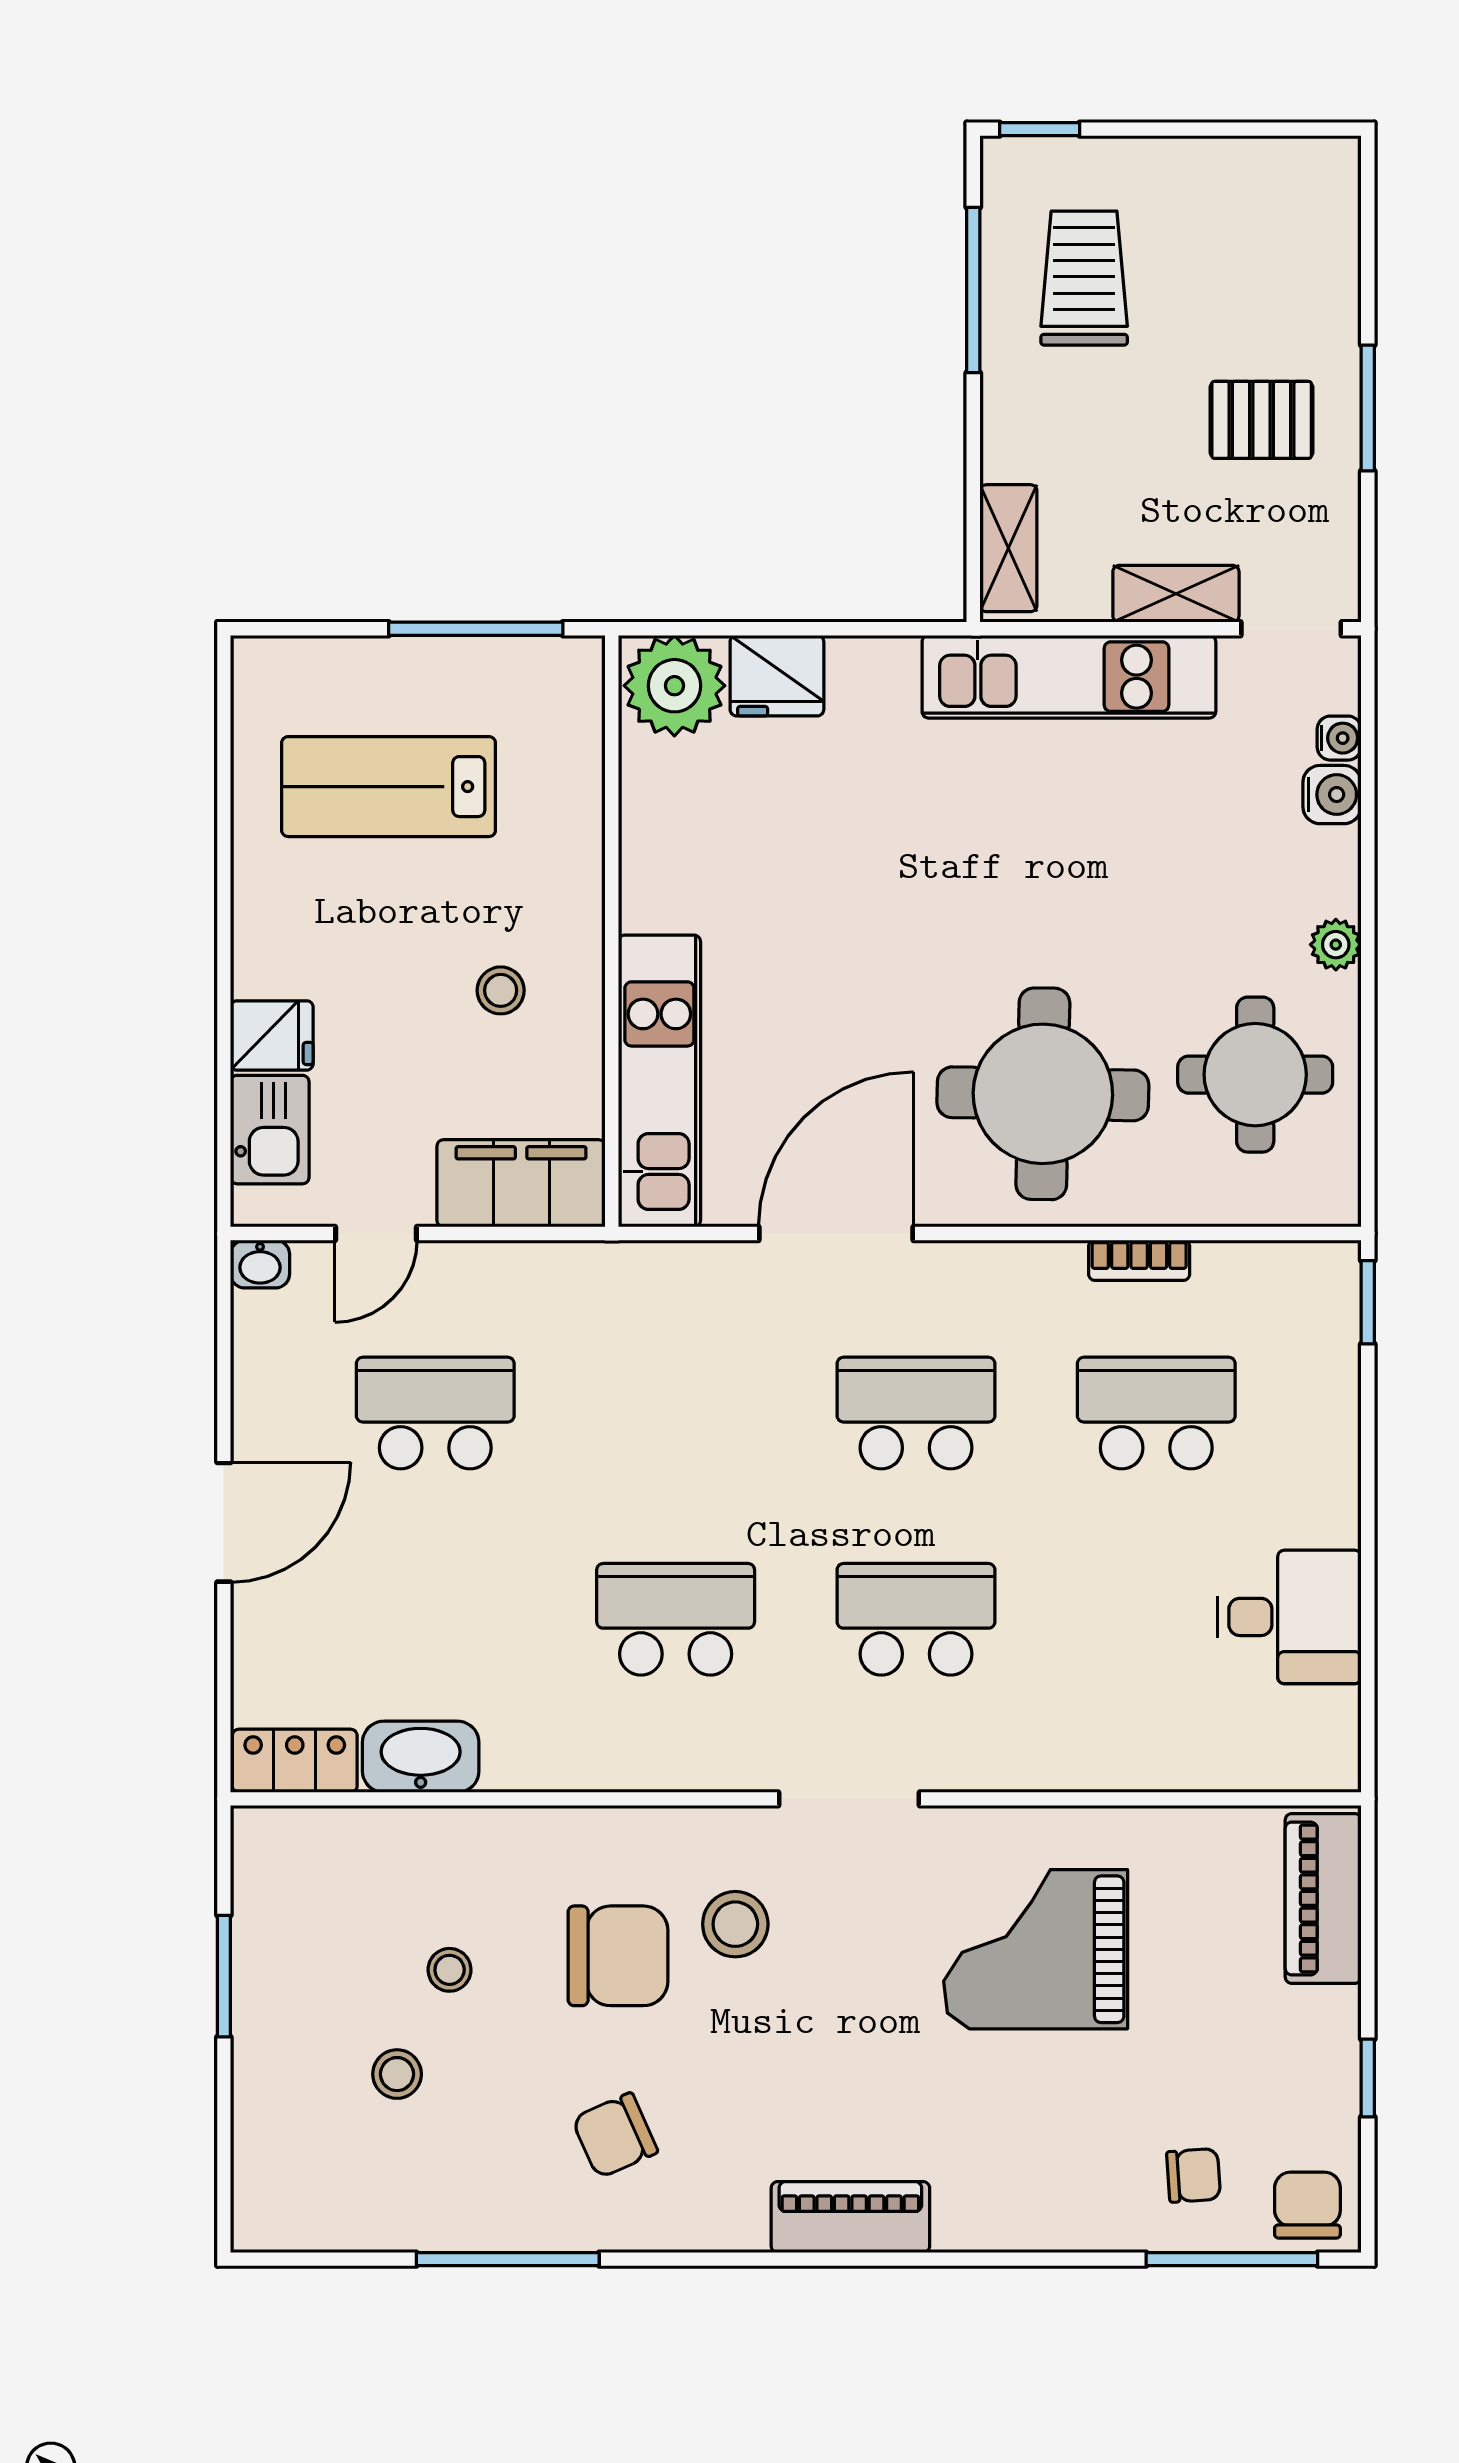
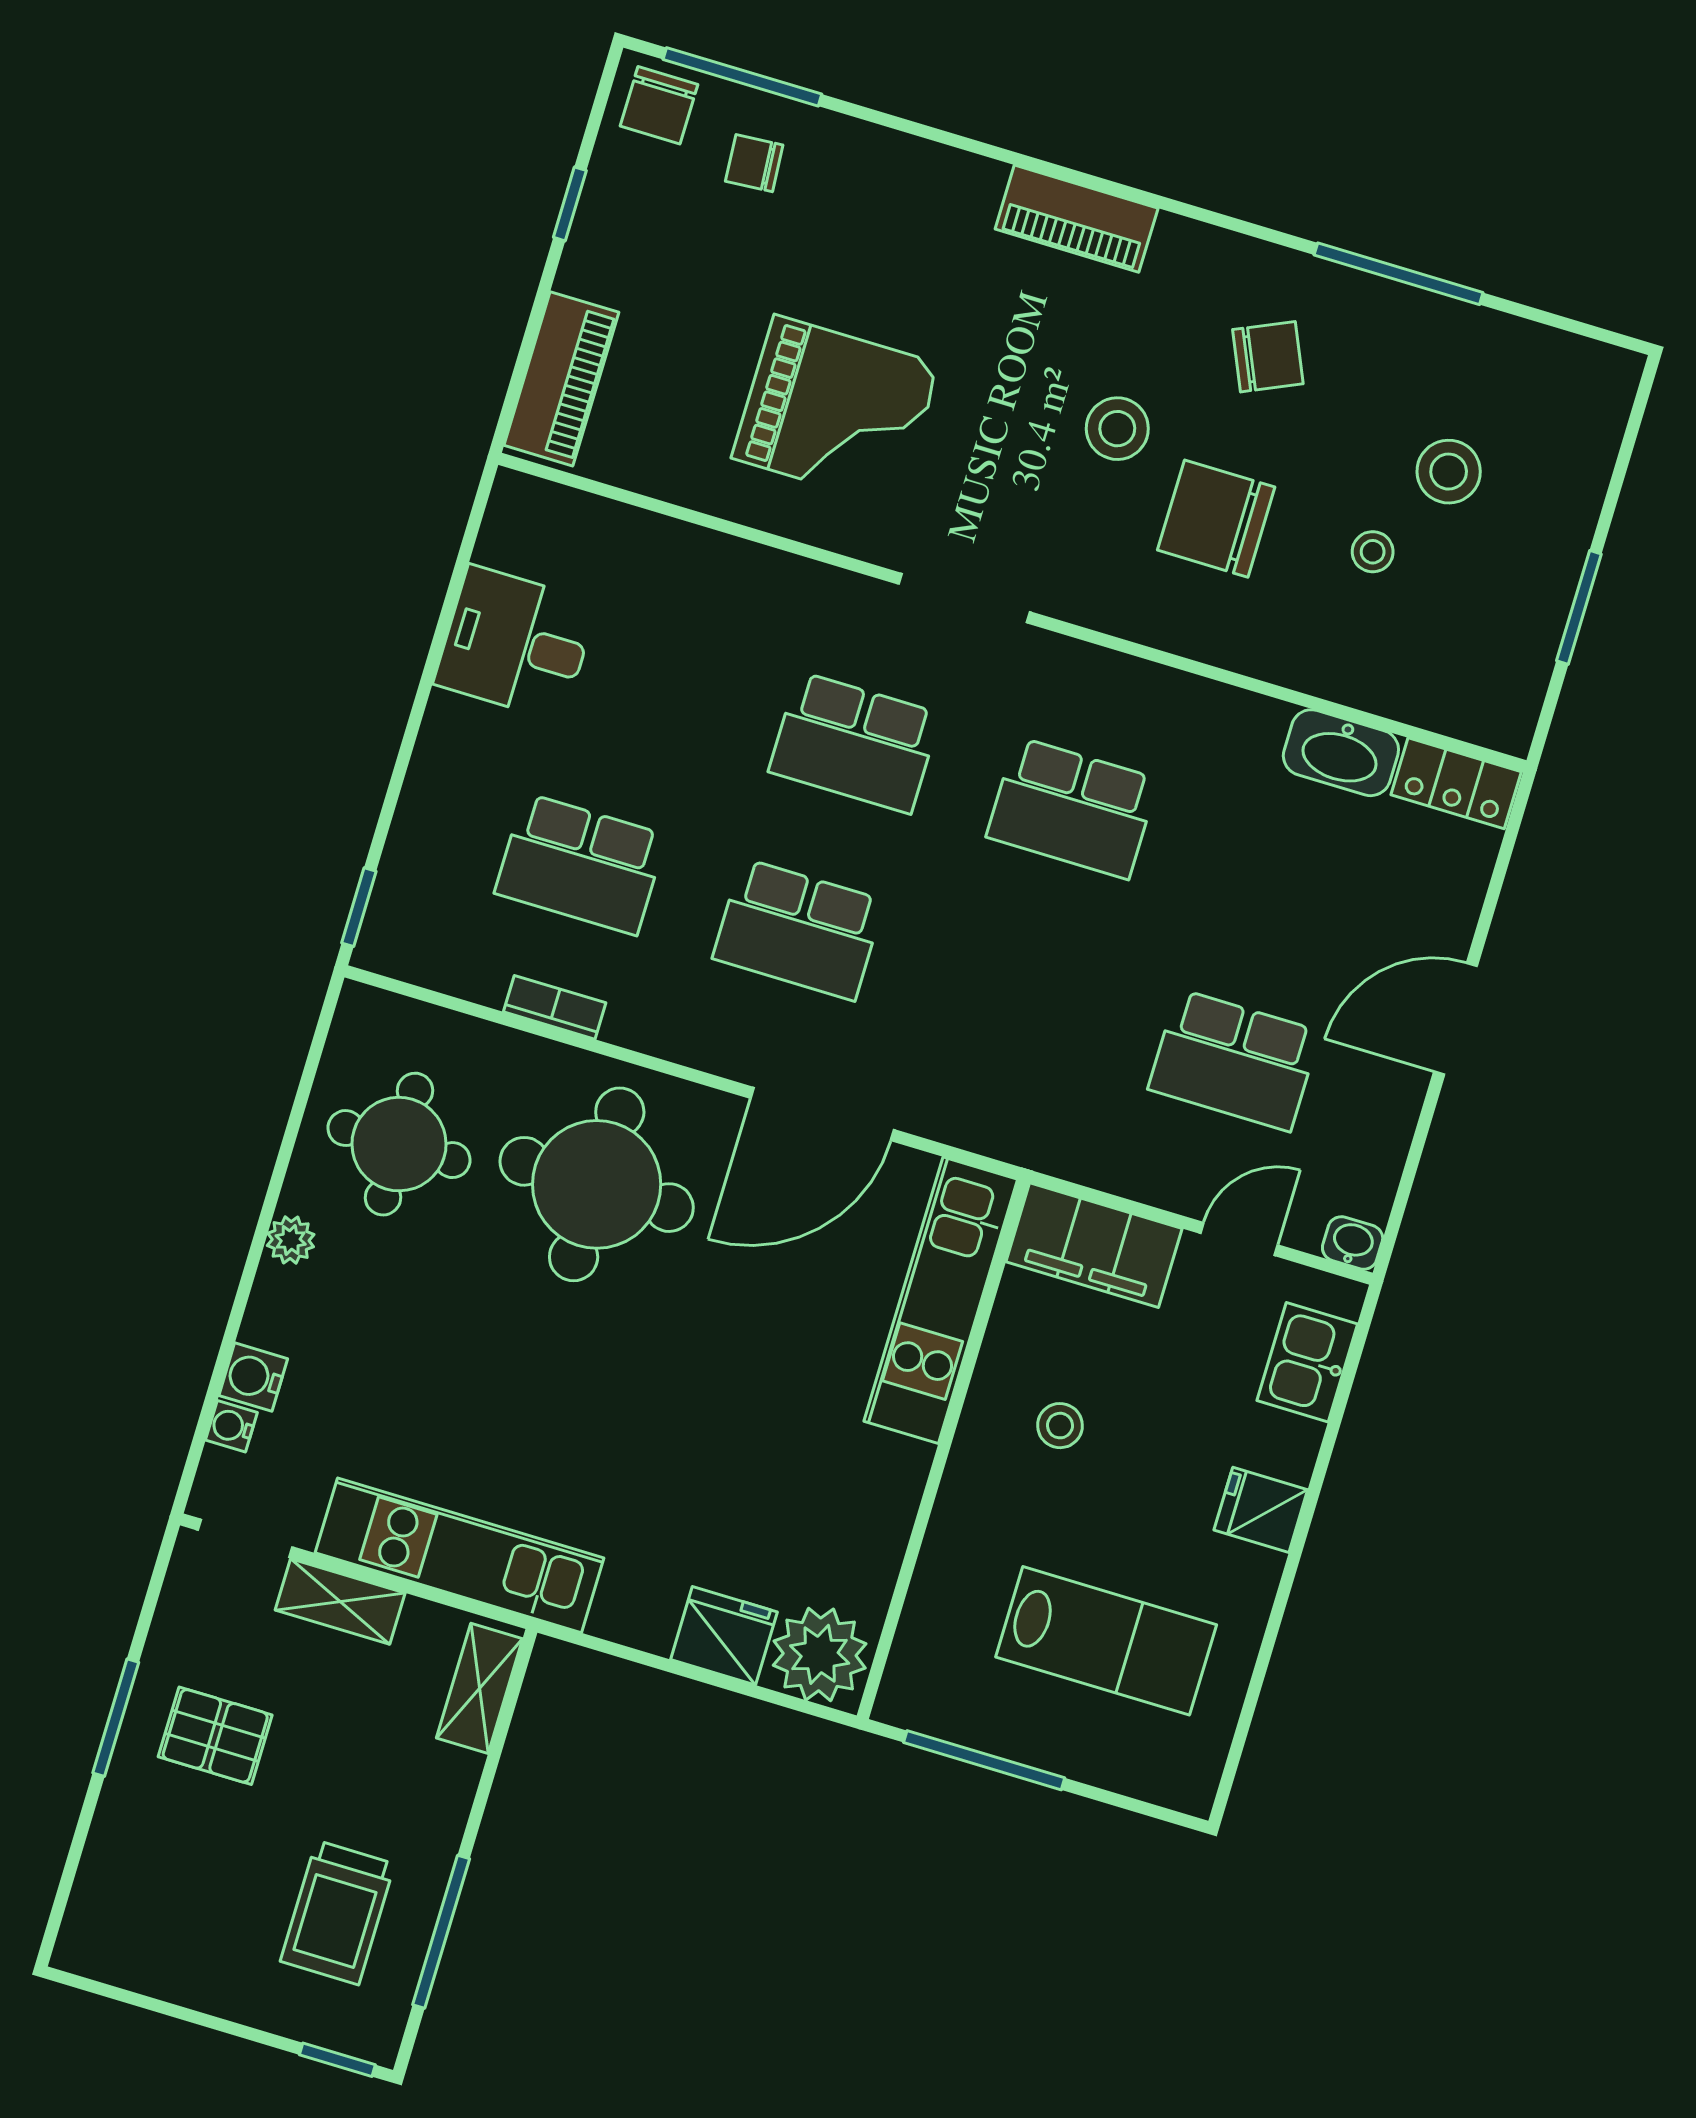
fridge: (272, 1035) -> (1261, 1510), moved
stool: (735, 1924) -> (1117, 429), moved
stool: (397, 2074) -> (1449, 472), width x1.37, depth x1.37

